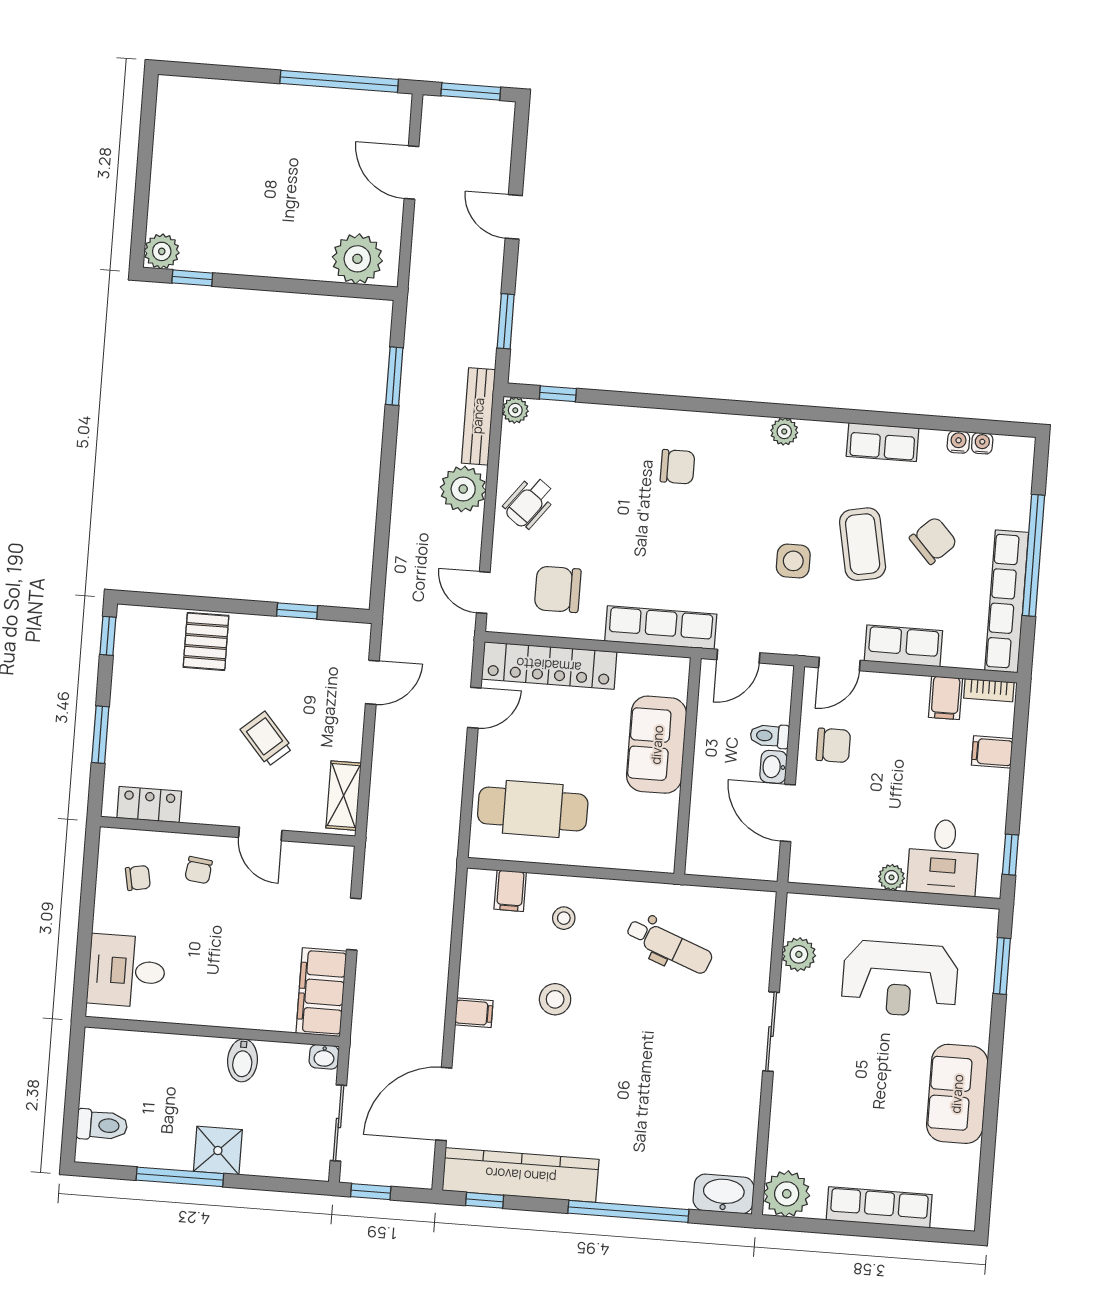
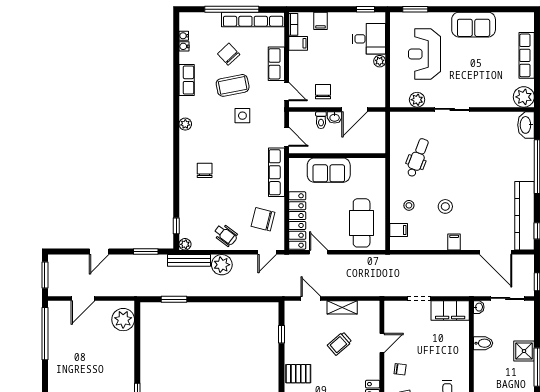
chair: (558, 589) -> (263, 219), turned 104
shelving: (344, 796) -> (342, 307), moved
reception desk: (900, 979) -> (424, 54), turned 180

